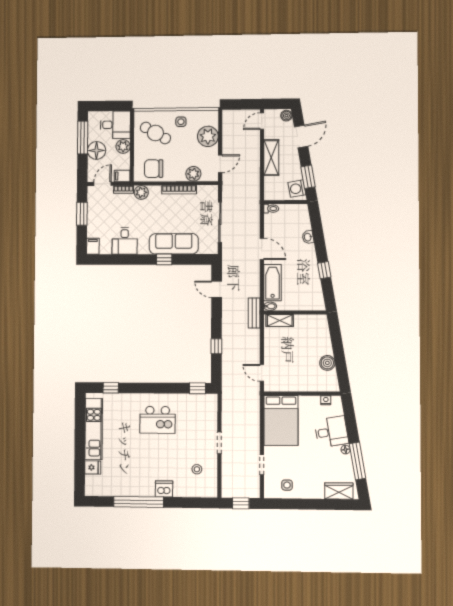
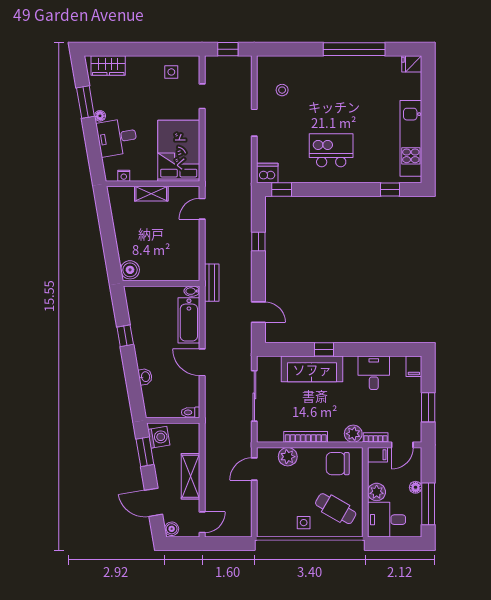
plant: (208, 136) -> (270, 504), removed
door: (301, 136) -> (154, 502), hinge flipped
floor lamp: (97, 150) -> (416, 487), width x0.53, depth x0.53
chair: (154, 169) -> (338, 464), turned 180
shelving: (280, 321) -> (151, 194), moved
boiler: (327, 363) -> (130, 270), moved
door: (262, 373) -> (202, 209), swing flipped
window: (357, 461) -> (85, 102), width x0.69
fridge: (93, 467) -> (412, 64), moved
dishwasher: (164, 489) -> (267, 173), moved, turned 180

